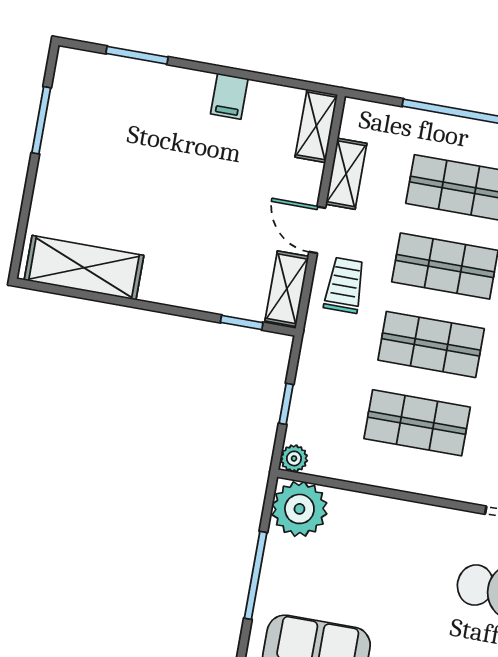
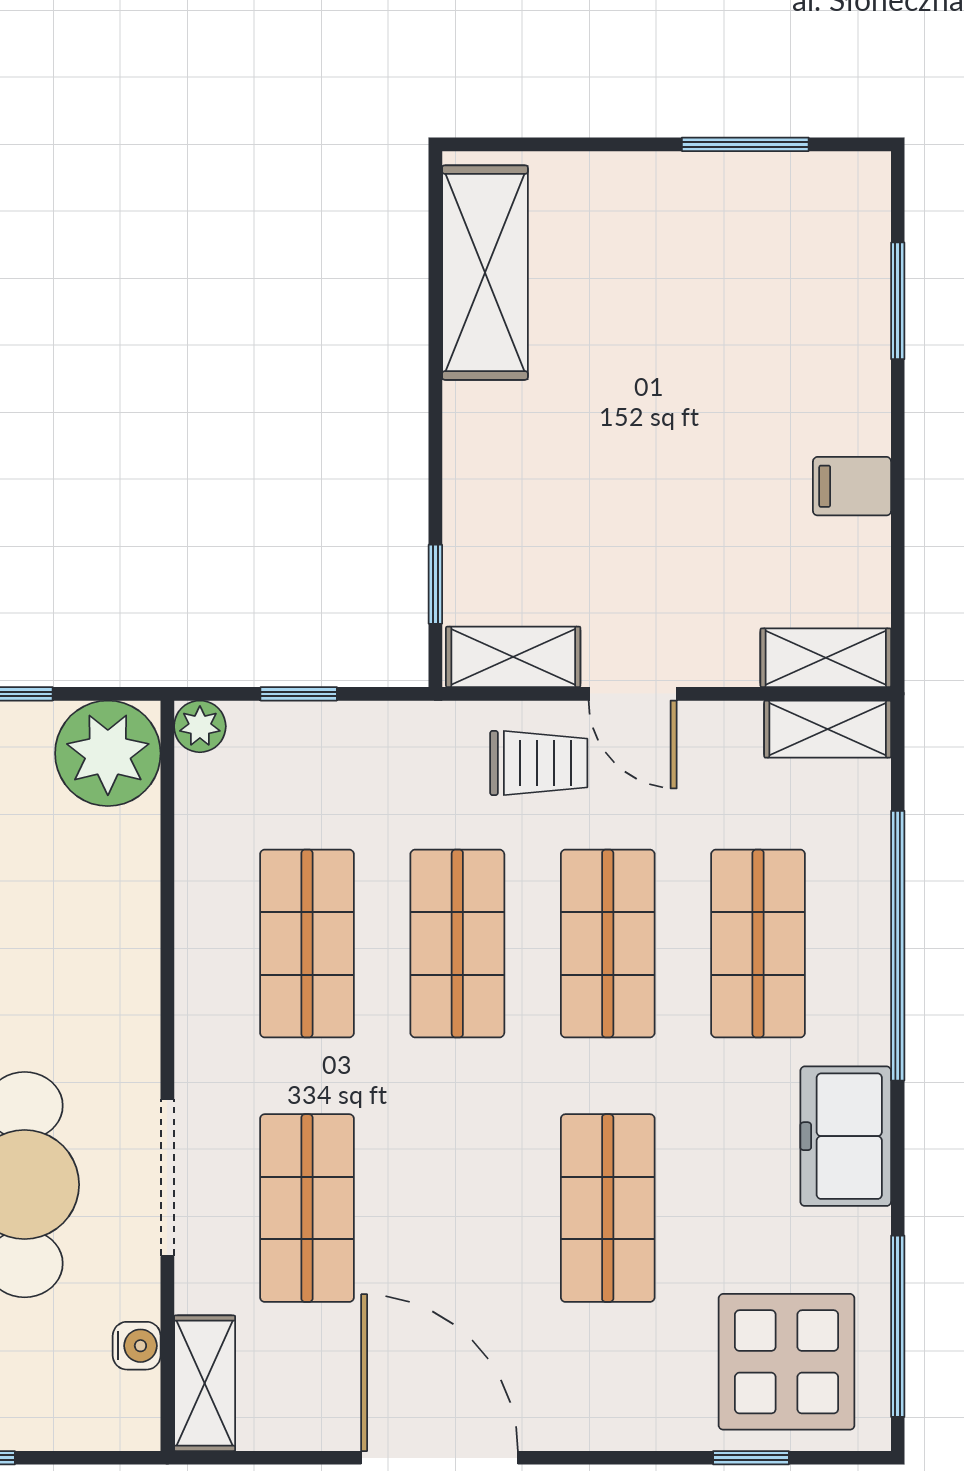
shelving: (346, 174) -> (828, 729), moved
door: (317, 230) -> (633, 694), swing flipped

